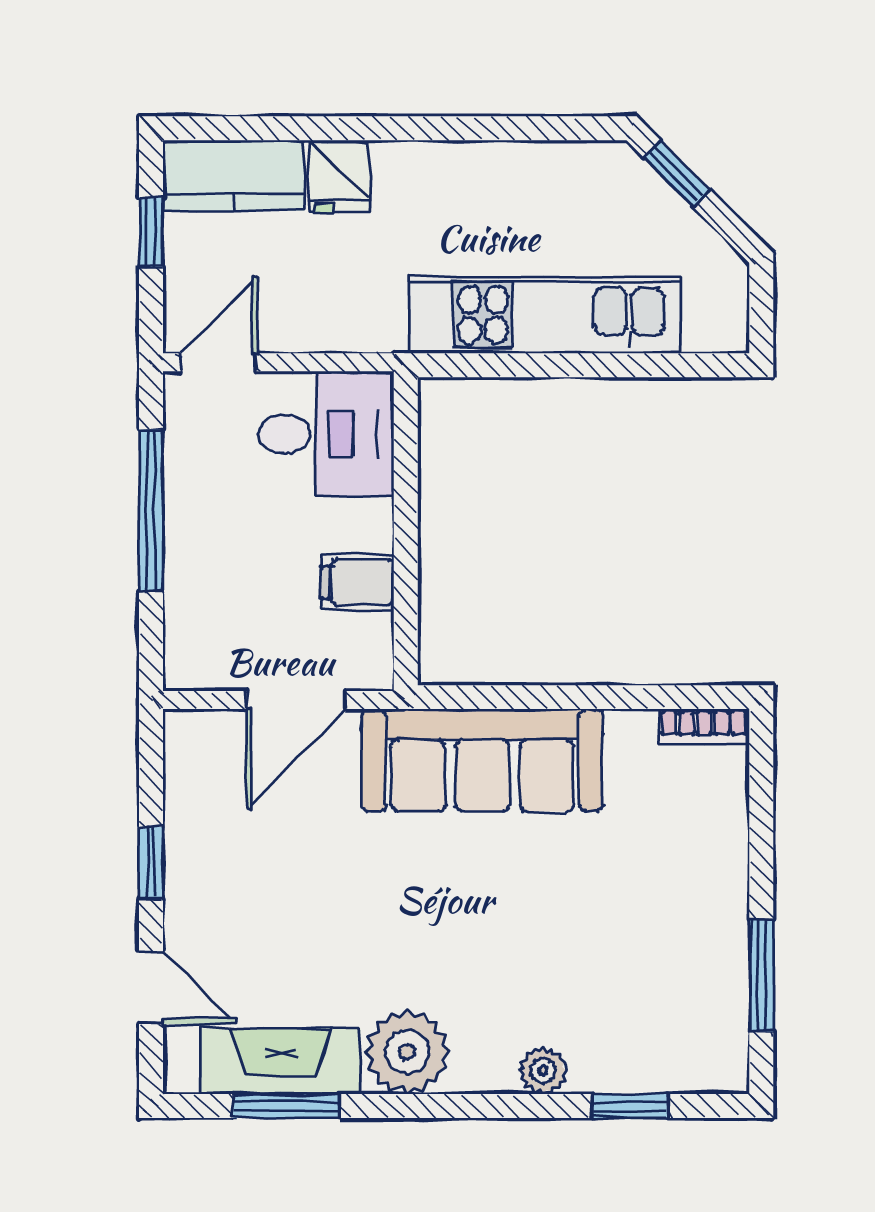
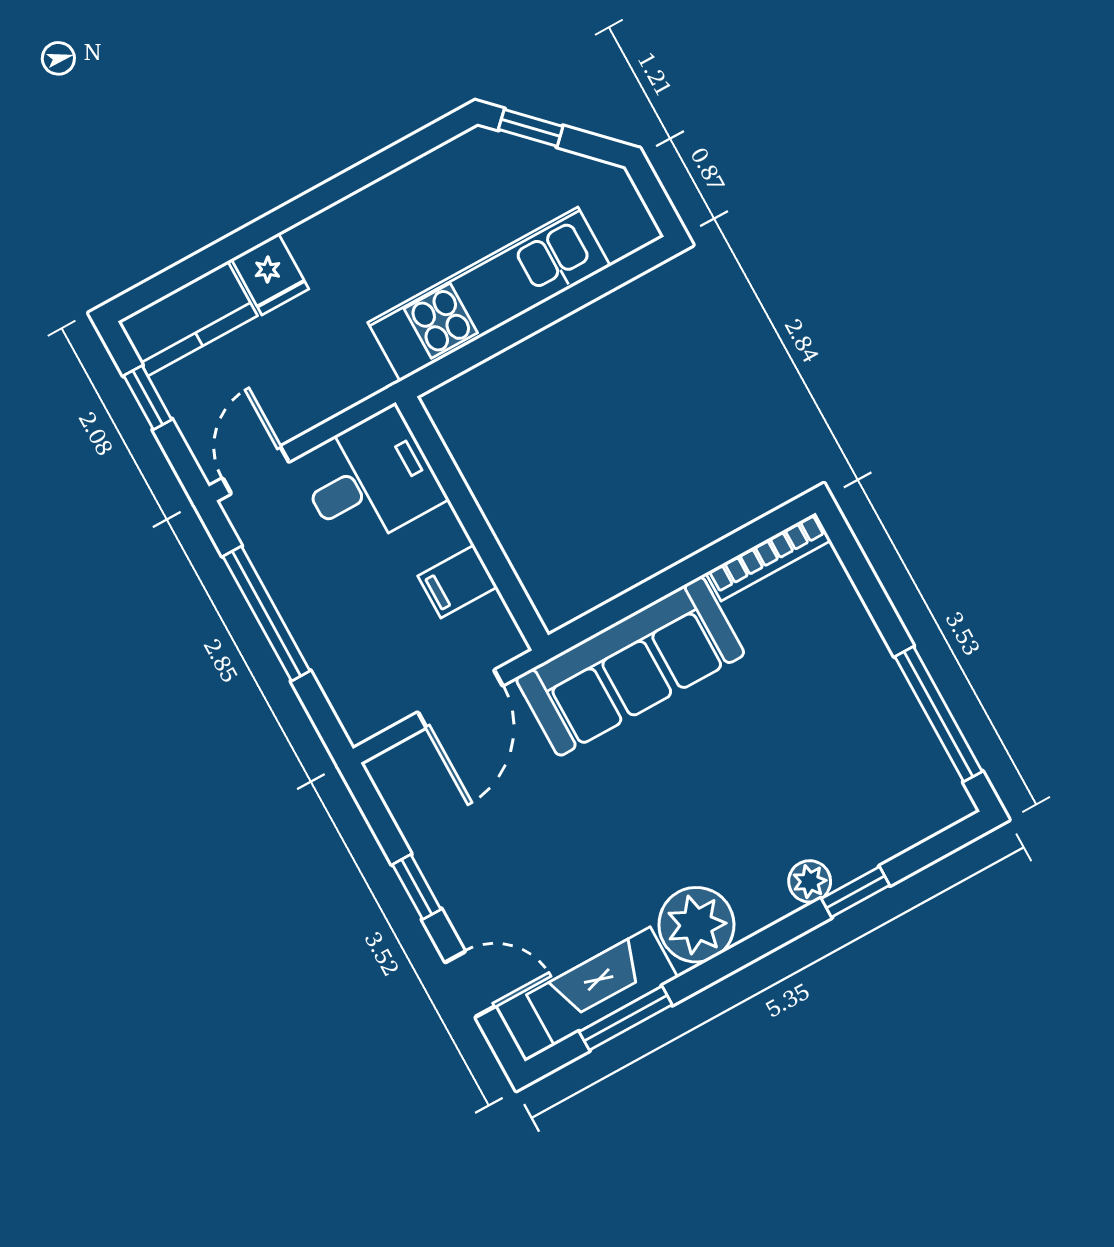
bookcase: (704, 727) -> (768, 557), width x1.56
window: (761, 975) -> (939, 714), width x1.44
window: (630, 1106) -> (855, 892), moved

